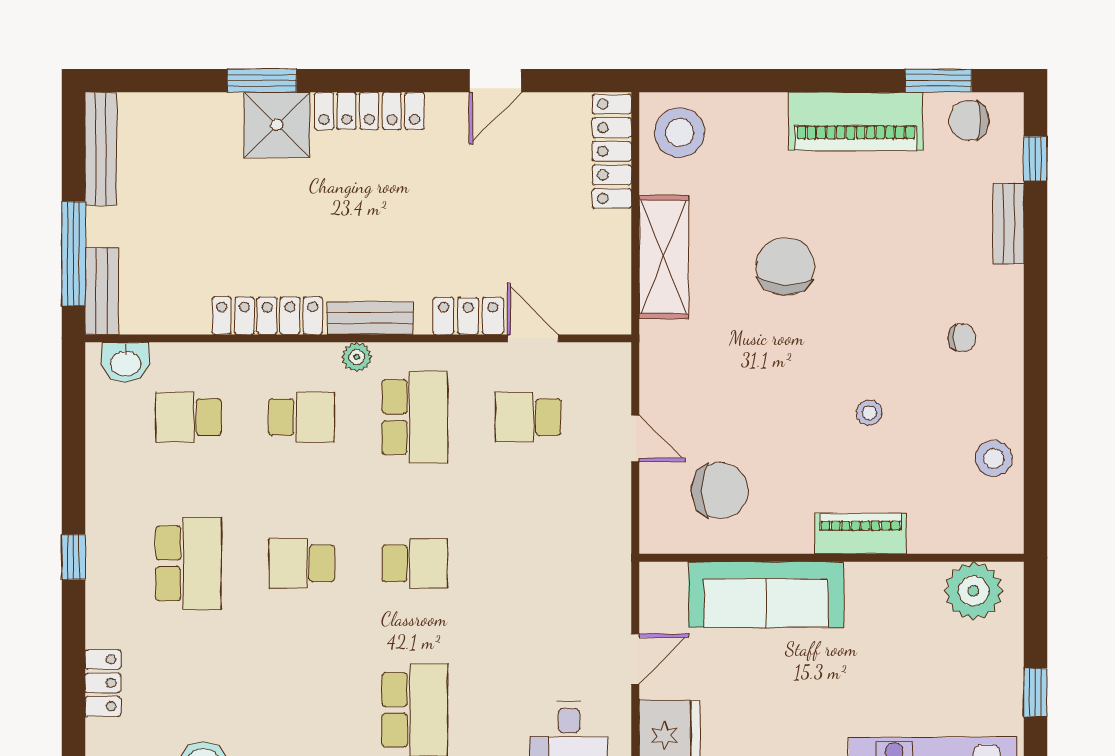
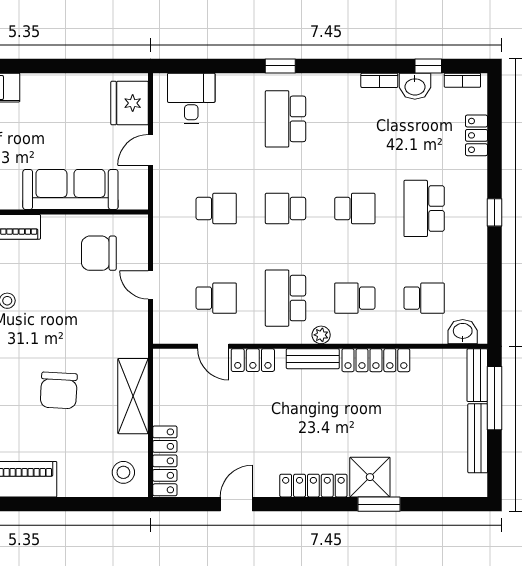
stool: (680, 132) -> (123, 472), width x0.73, depth x0.73
bench: (101, 149) -> (478, 438), moved
school desk: (528, 563) -> (216, 208), added

